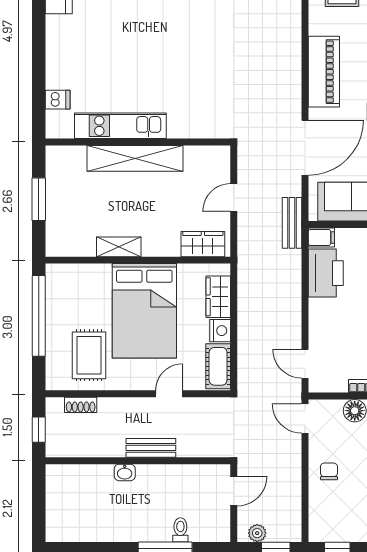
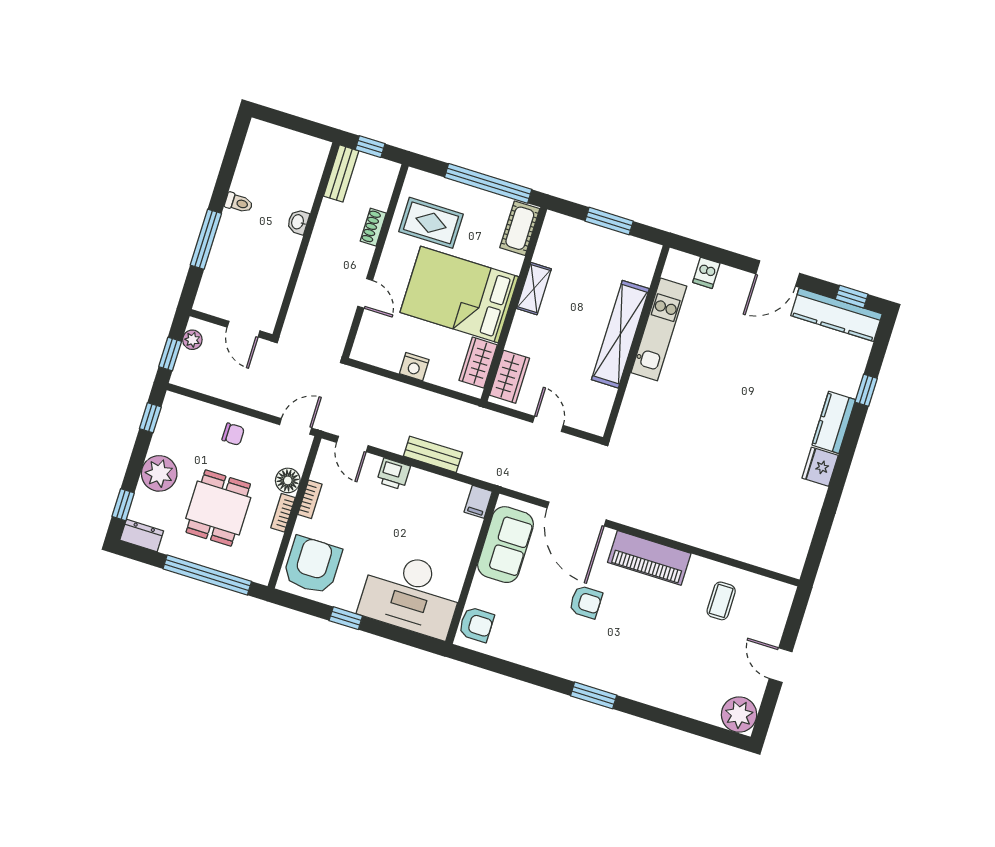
door: (39, 37) -> (778, 274), added
bench: (292, 223) -> (433, 454), moved
printer: (326, 273) -> (393, 474), moved, width x0.53, depth x0.68
wardrobe: (218, 297) -> (478, 363), moved, turned -90
door: (305, 364) -> (352, 444), swing flipped
cot: (218, 366) -> (520, 228), moved, turned 90
shoe rack: (81, 405) -> (373, 227), moved
bench: (151, 448) -> (341, 173), moved
toilet: (180, 530) -> (239, 203), moved

